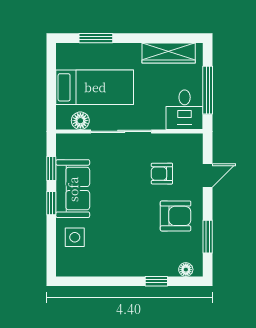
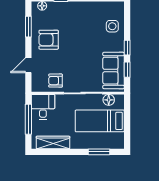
armchair: (162, 174) -> (56, 81), moved, turned 180
sofa: (73, 189) -> (114, 71), moved

